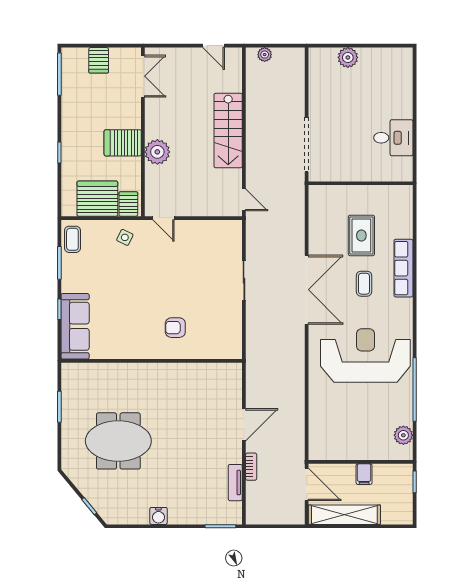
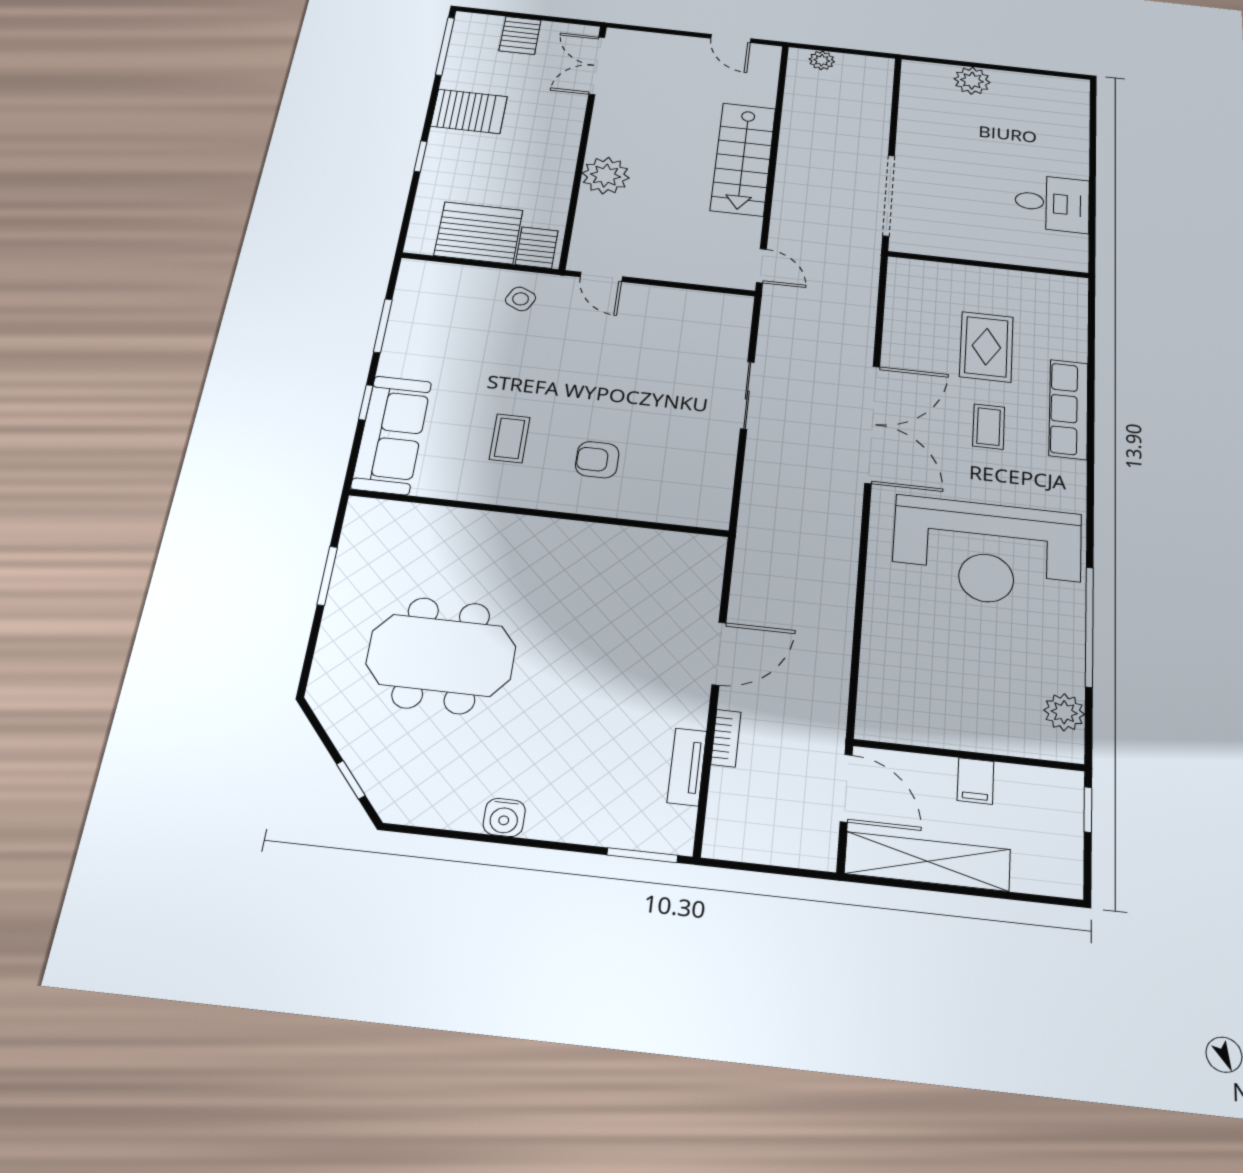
double door: (143, 76) -> (597, 66), swing flipped
server rack: (123, 143) -> (469, 111), moved, turned 180
coffee table: (72, 239) -> (510, 438), moved
reception desk: (365, 355) -> (987, 552), turned 180

